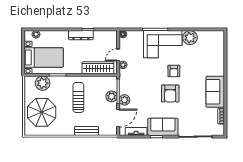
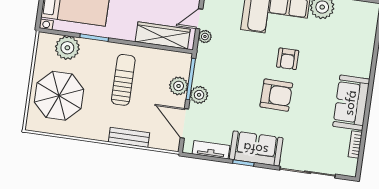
armchair: (170, 94) -> (276, 95), turned -89
door: (118, 118) -> (184, 123), swing flipped

